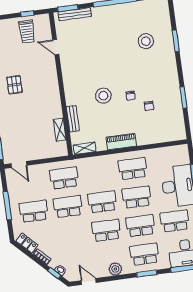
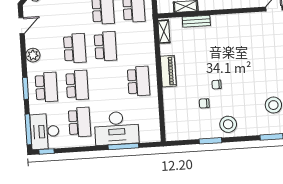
stool: (103, 96) -> (228, 124), moved
school desk: (137, 197) -> (108, 83), removed

